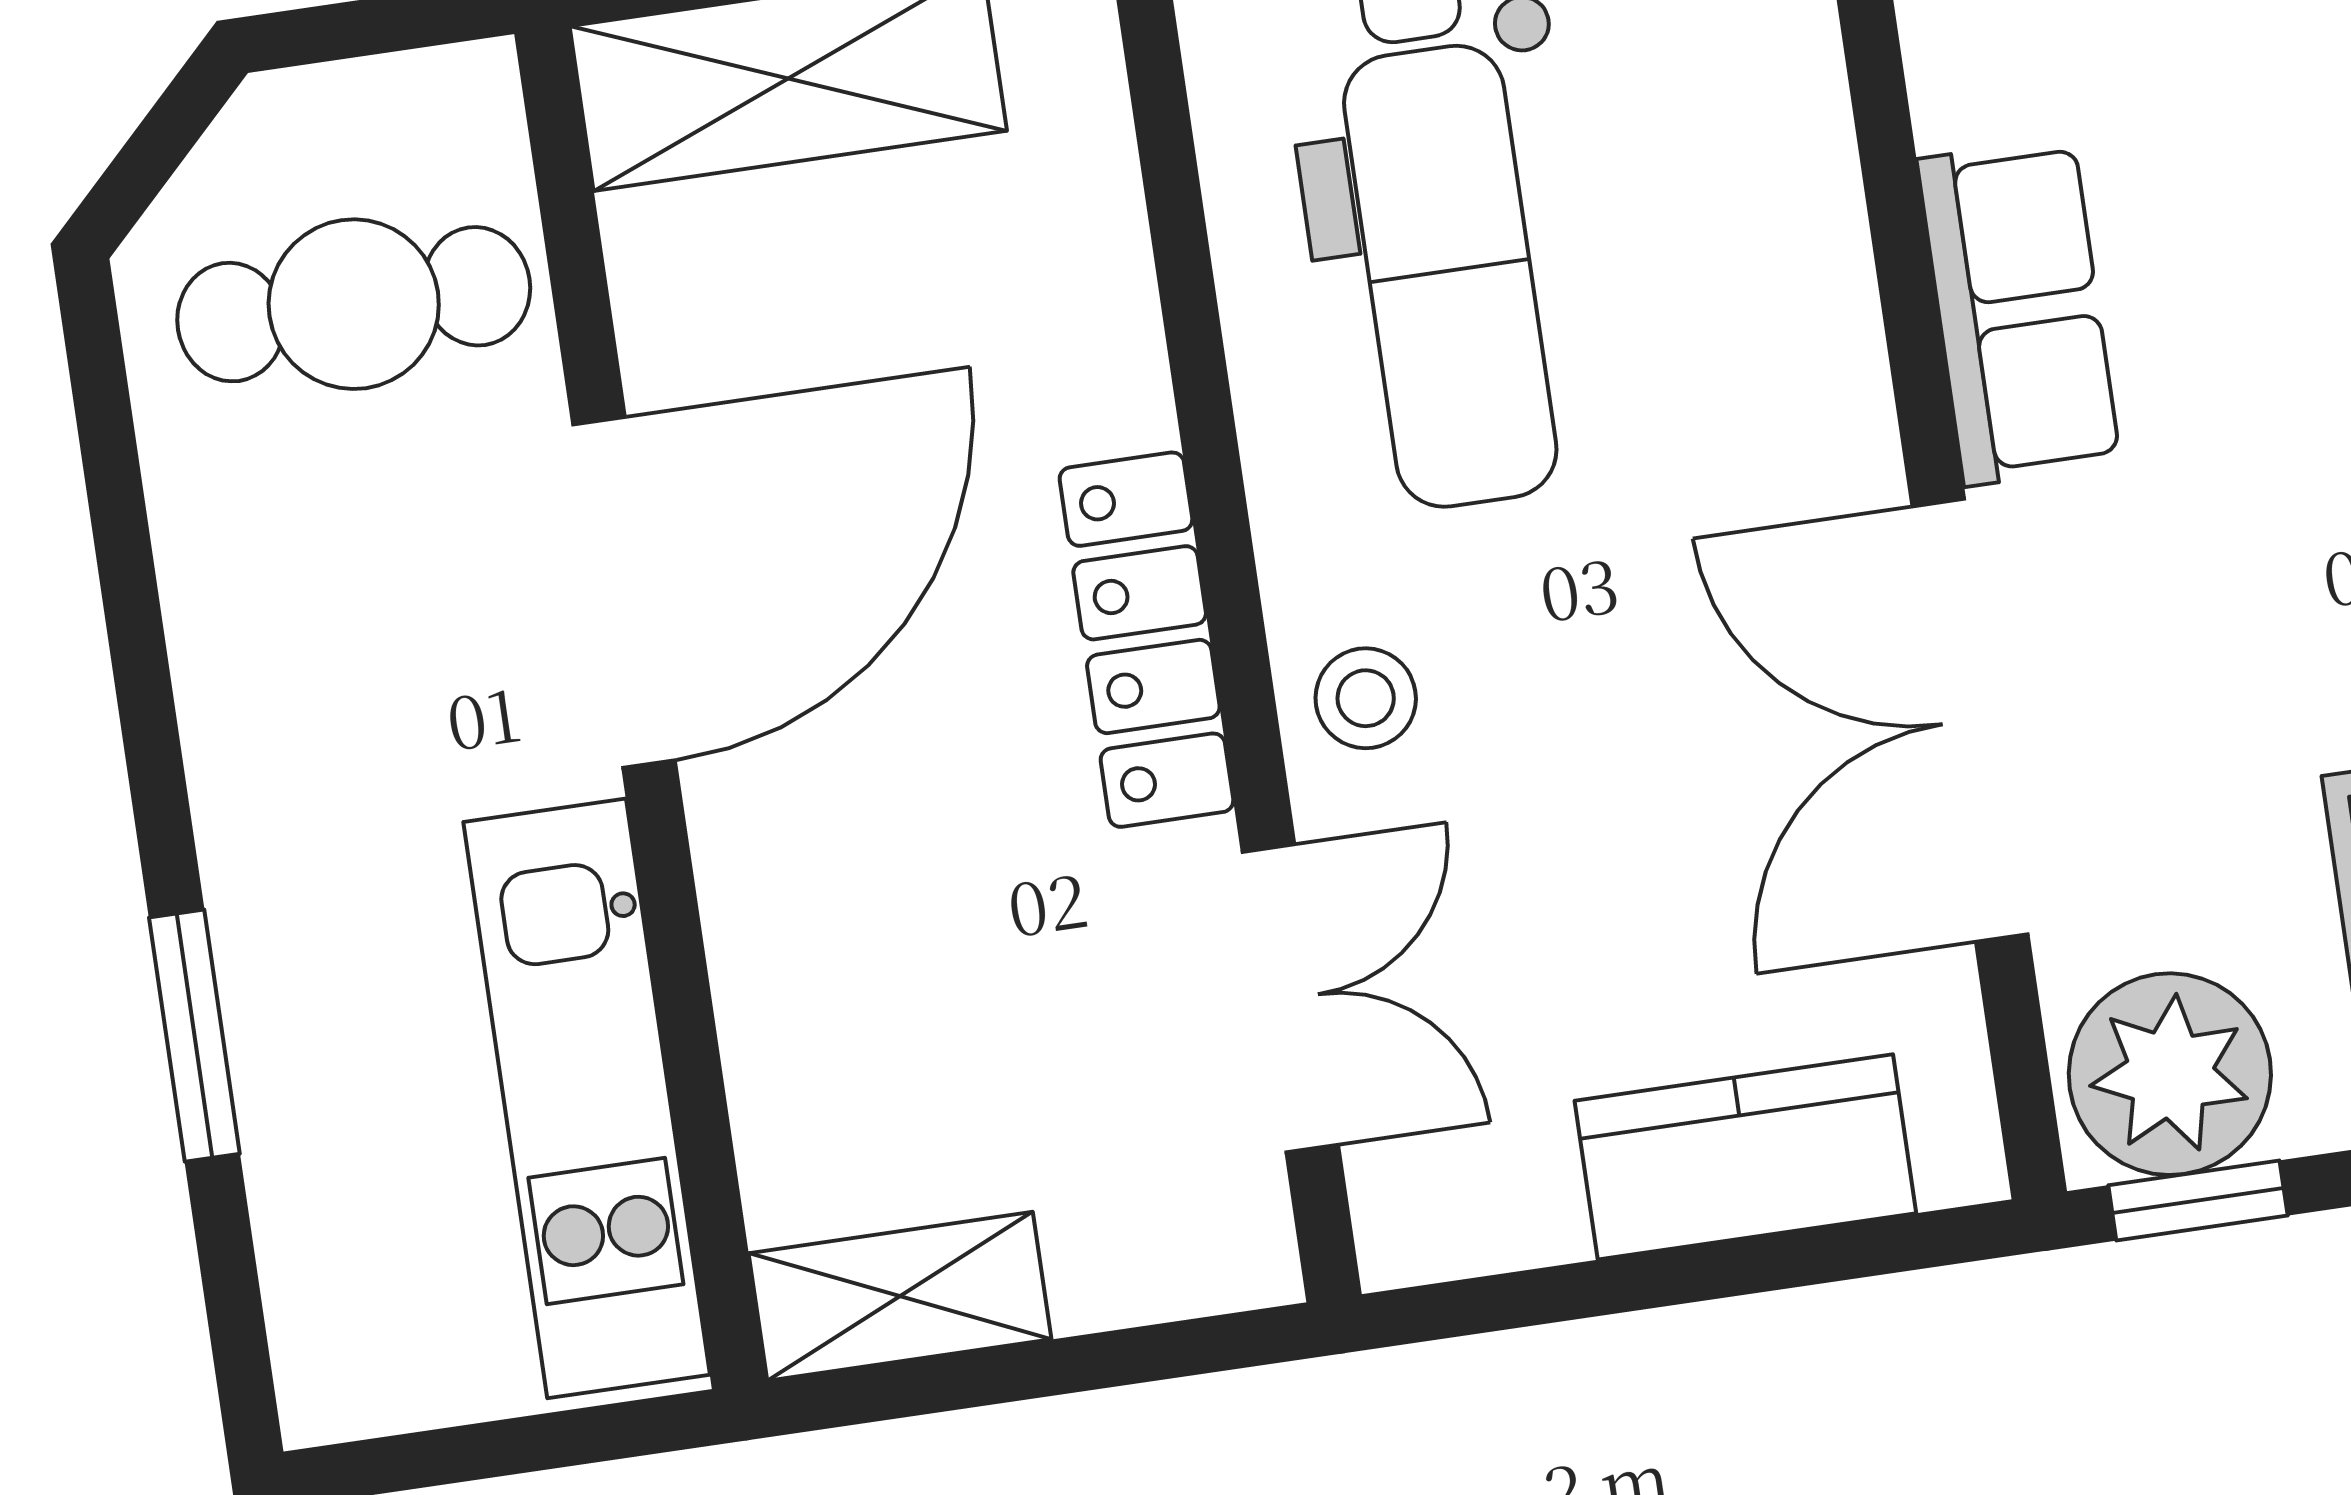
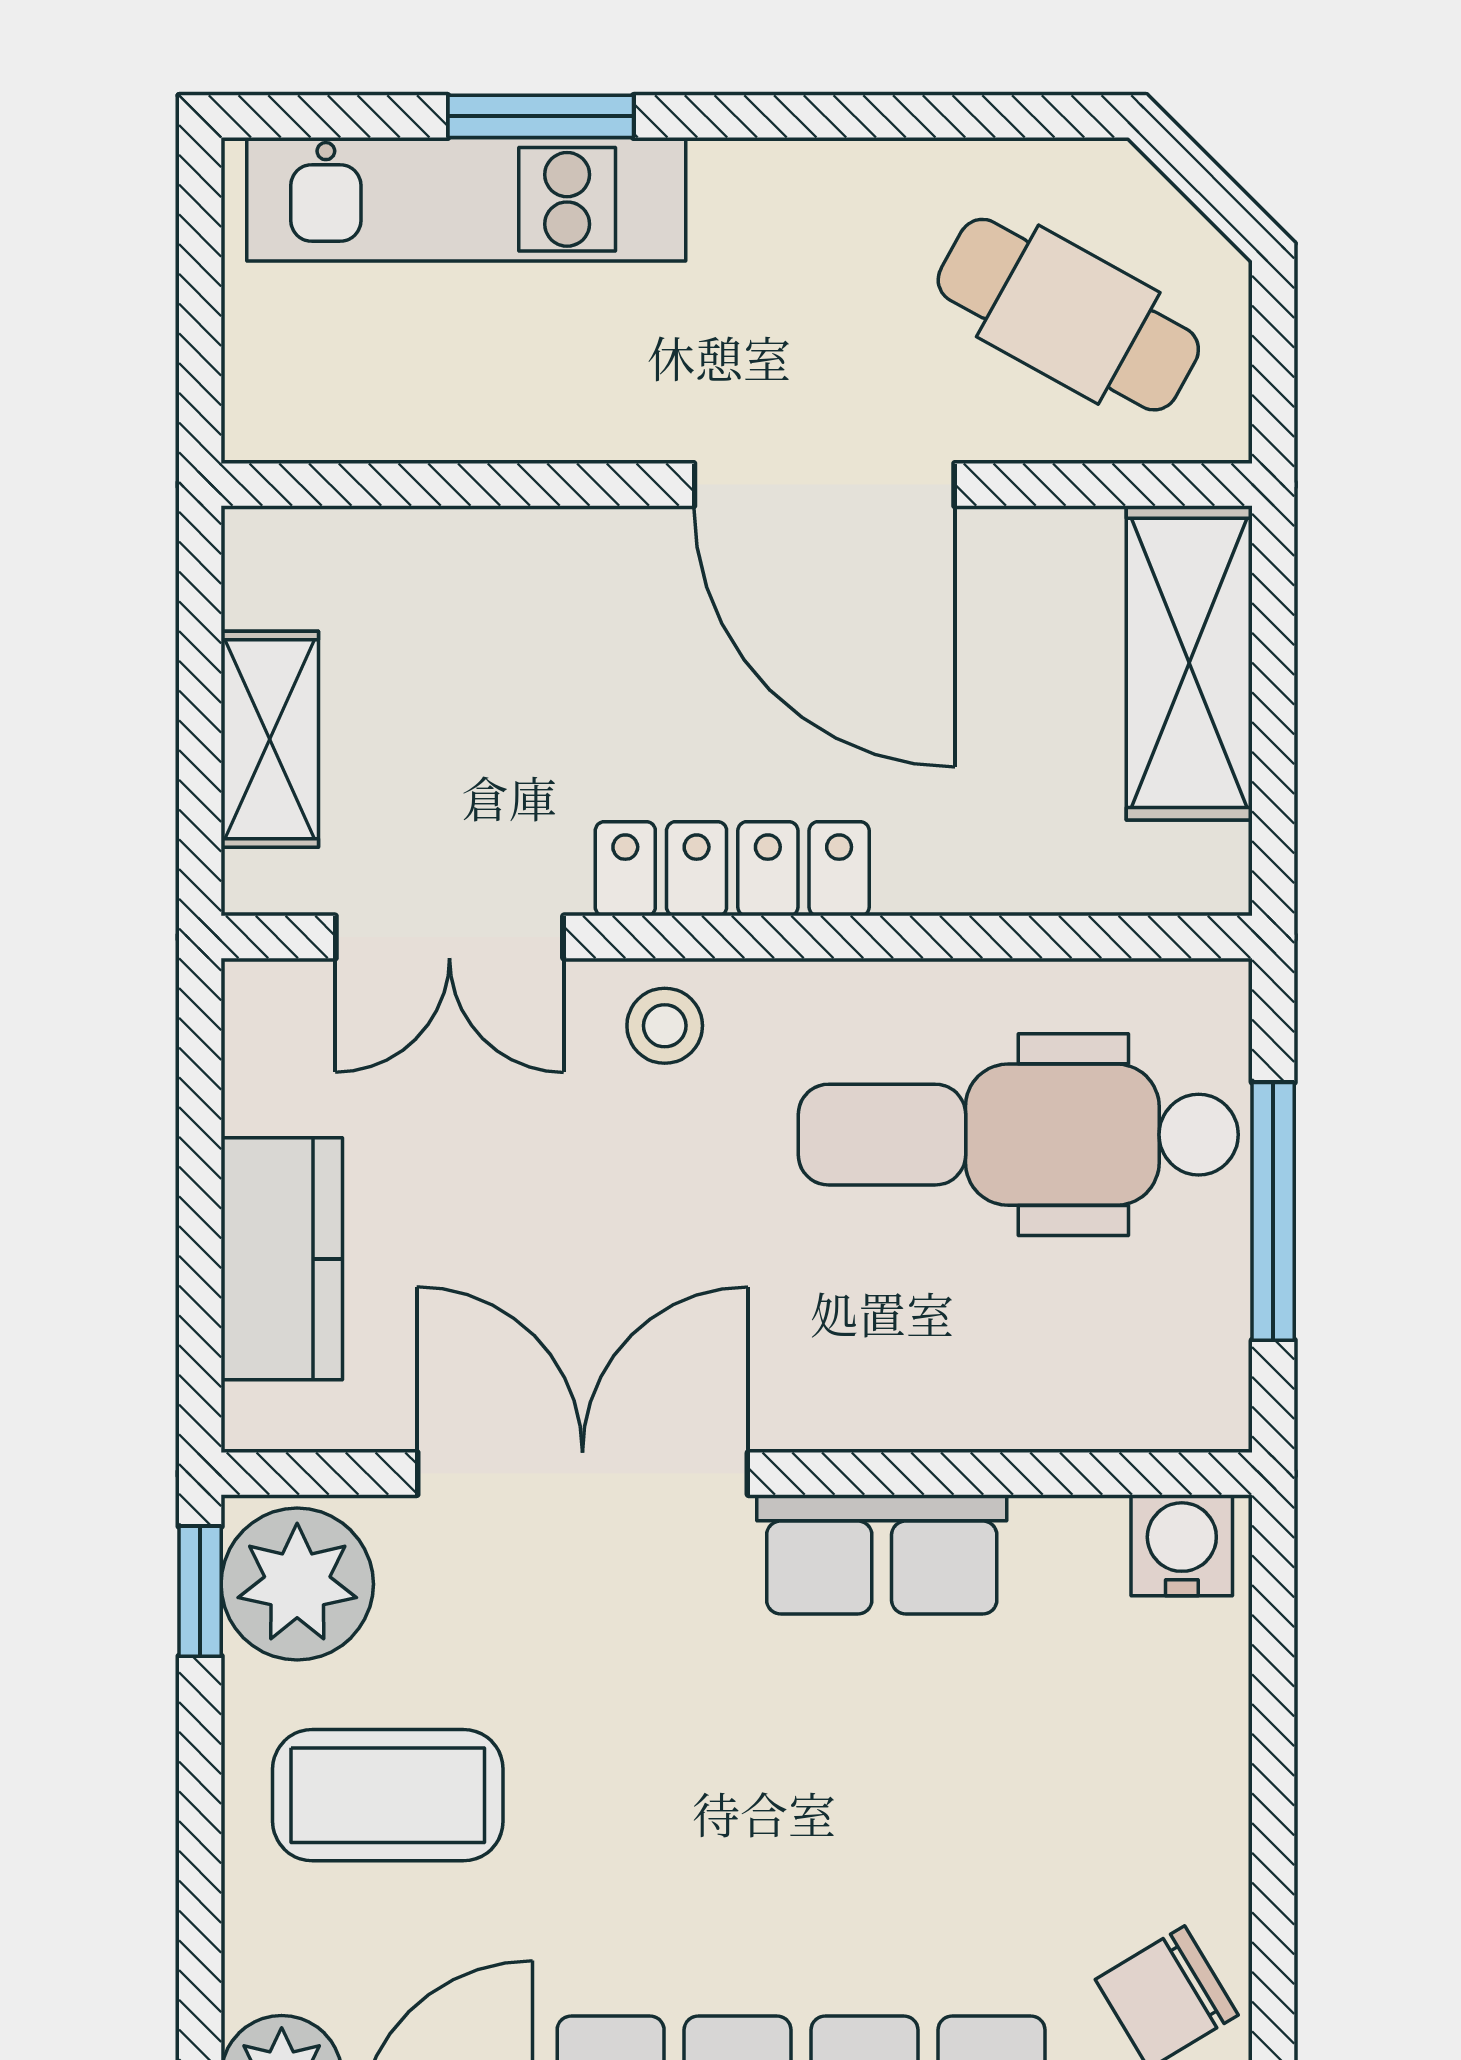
cafe table: (354, 304) -> (1068, 315), turned -61
kitchen unit: (587, 1098) -> (466, 199), moved, turned 180
shelving: (900, 1296) -> (270, 739), moved

